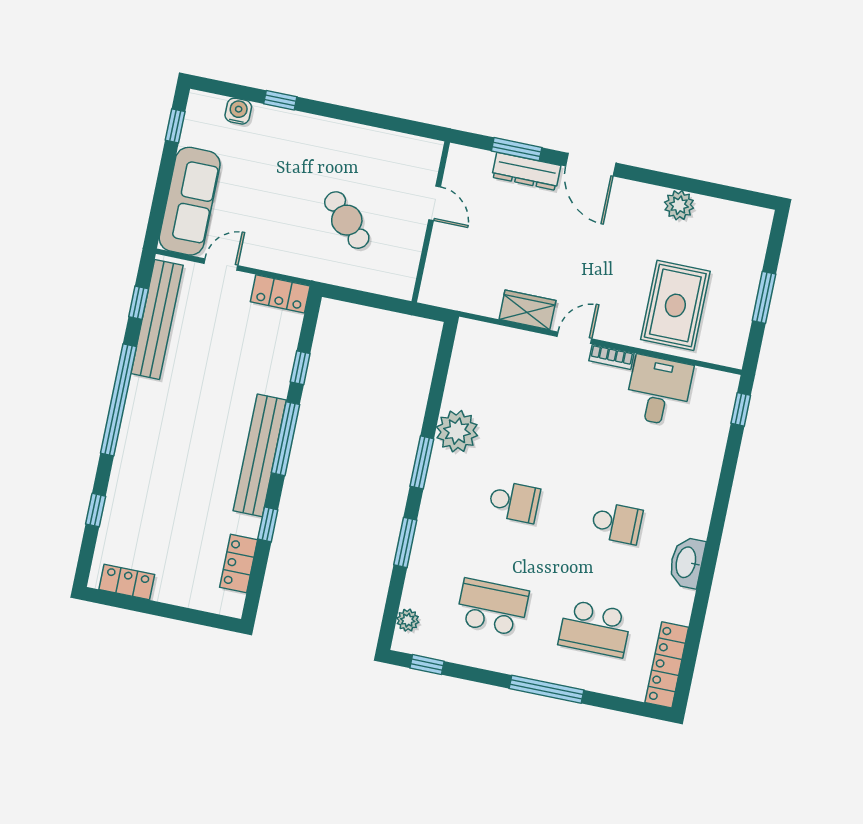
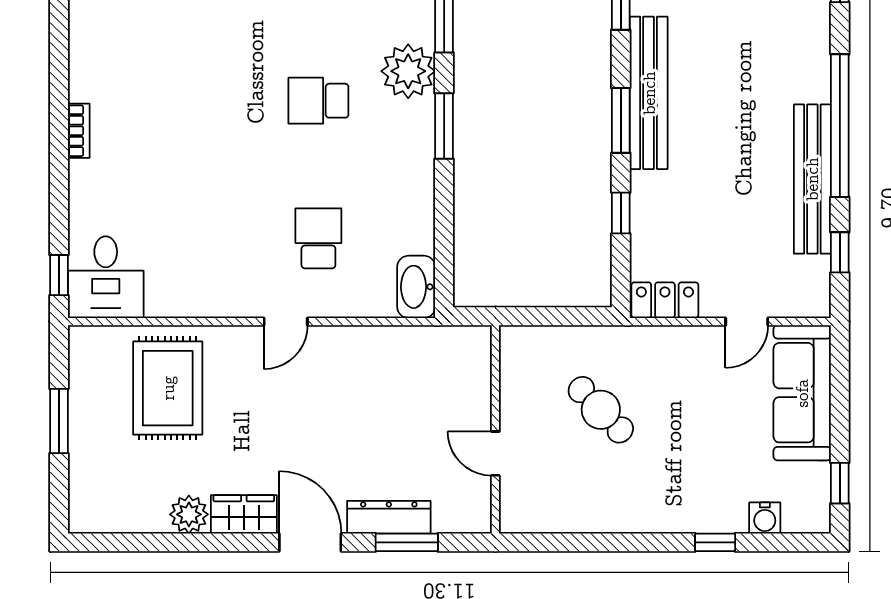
wardrobe: (527, 310) -> (244, 514), moved, turned 180
bench: (157, 319) -> (812, 179), moved
bookcase: (612, 357) -> (79, 131), moved, turned 90
desk: (659, 391) -> (106, 277), moved
plant: (457, 431) -> (408, 71), moved
window: (286, 439) -> (621, 120), width x0.69
school desk: (617, 523) -> (318, 238), moved, turned 90
washbasin: (687, 562) -> (416, 287), moved, turned 180

